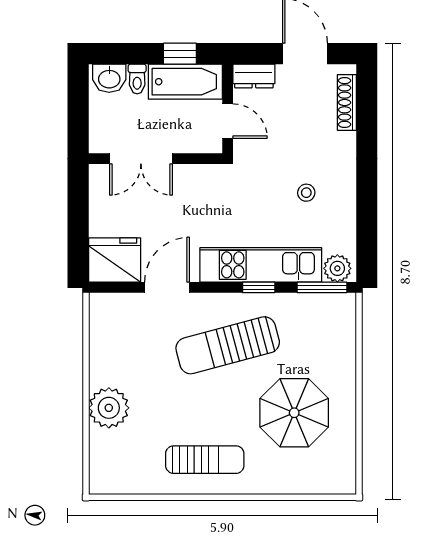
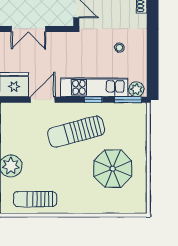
sun lounger: (205, 460) -> (35, 199), moved, turned 180

